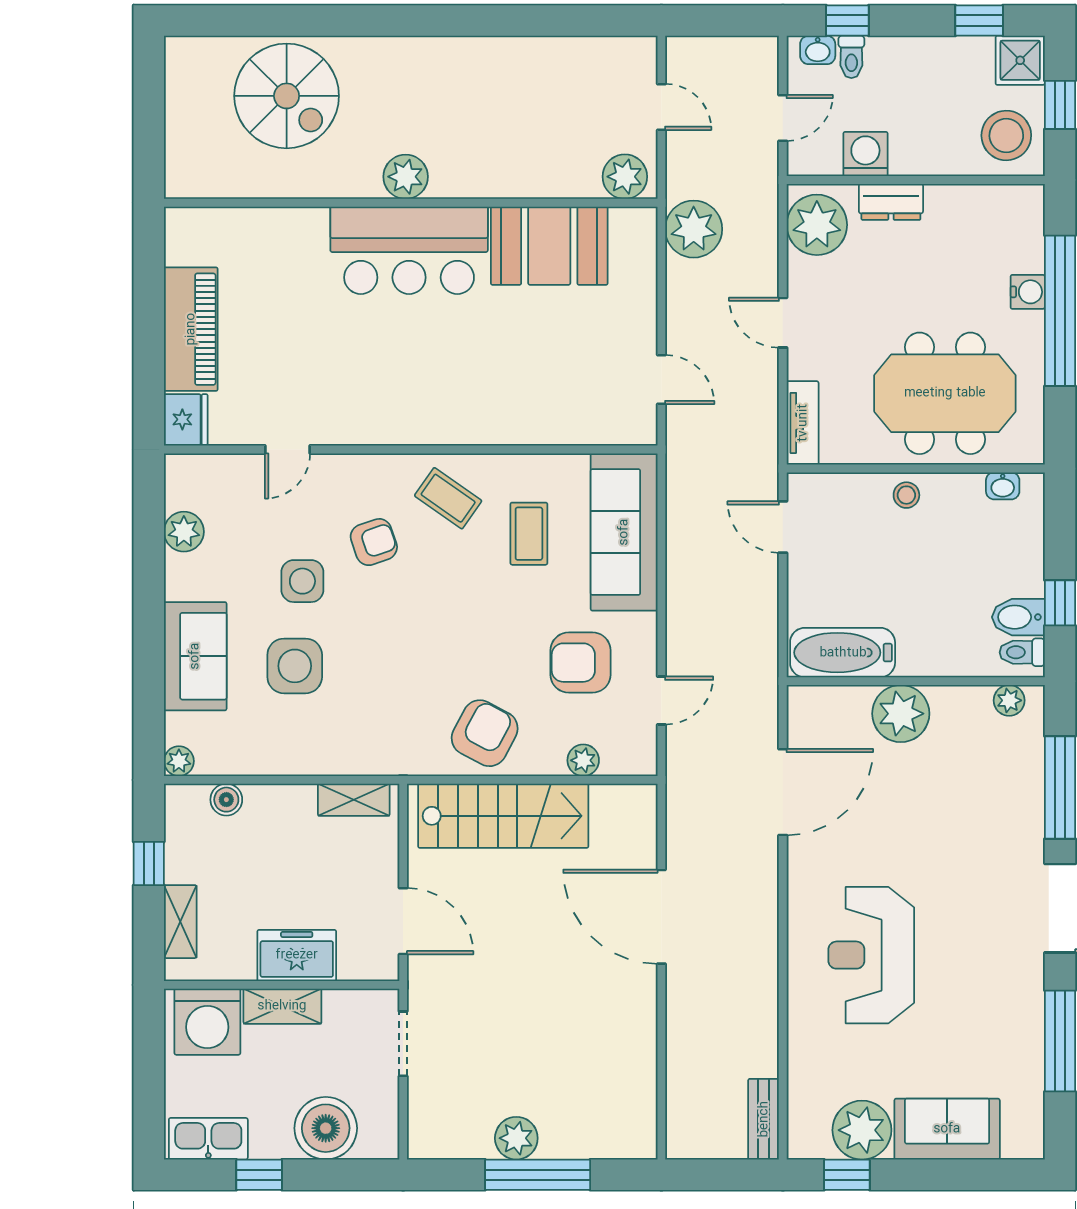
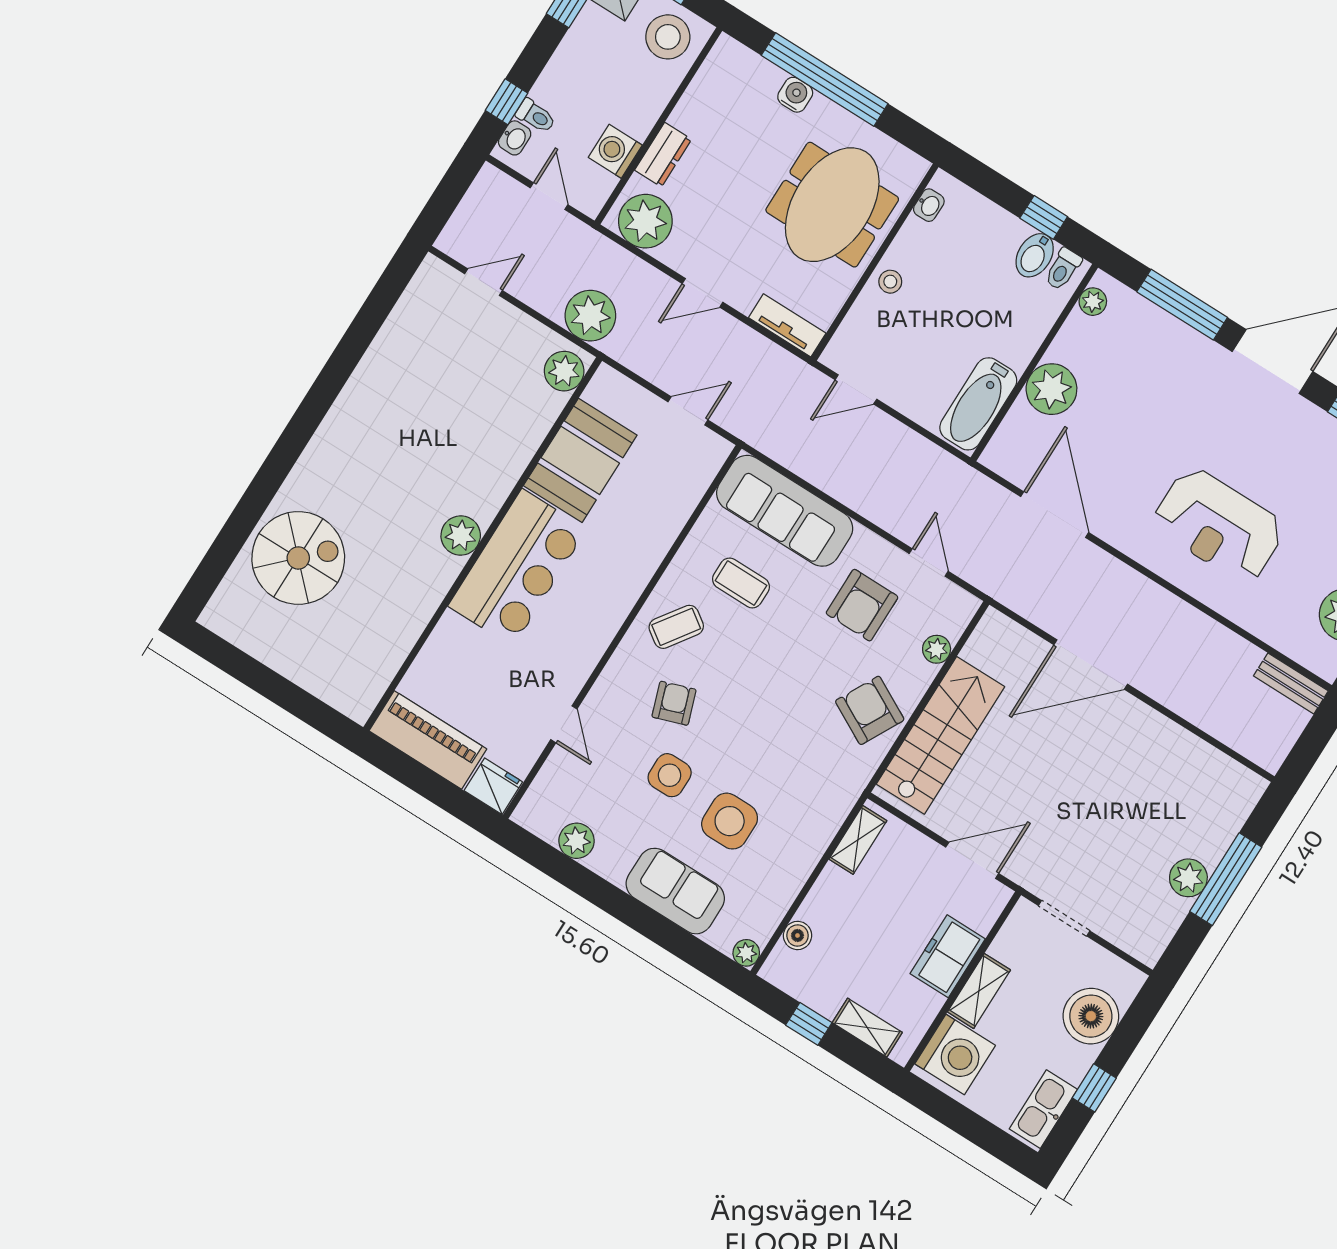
plant: (406, 177) -> (461, 536), moved
plant: (625, 177) -> (564, 371), moved
wall: (411, 203) -> (483, 544), moved
booth: (549, 246) -> (580, 460), moved
bar counter: (409, 250) -> (517, 568), moved

